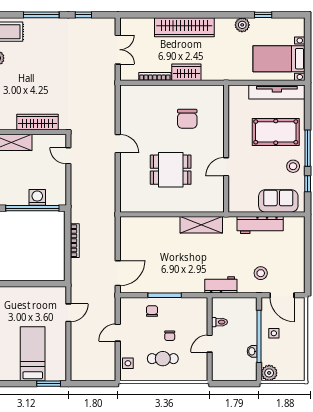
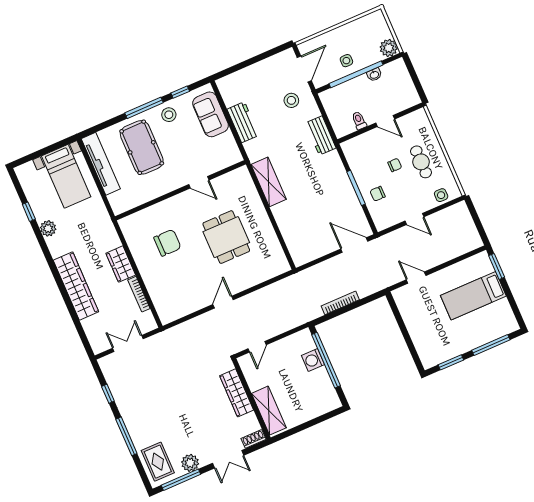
workbench: (260, 225) -> (243, 122), width x0.73

